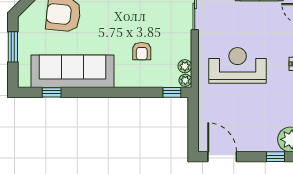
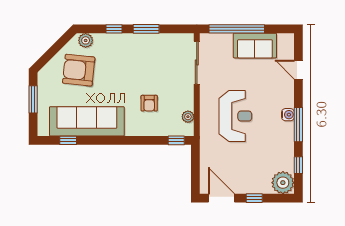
reception desk: (238, 65) -> (235, 116), turned 90
plant: (185, 80) -> (188, 129), removed
window: (276, 157) -> (254, 198), moved

